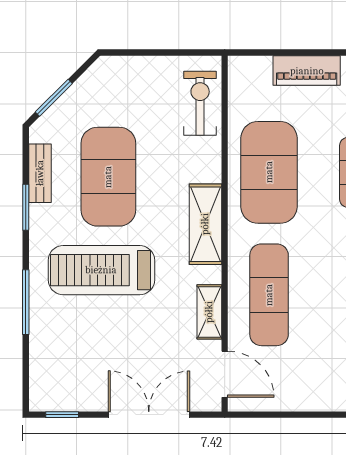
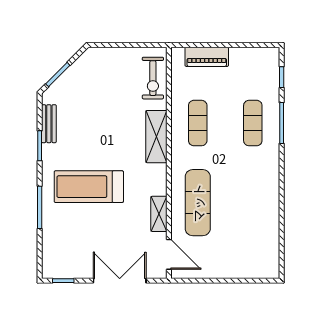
piano: (307, 71) -> (207, 57), moved
exercise bike: (200, 103) -> (153, 78), turned 180
exercise mat: (269, 172) -> (198, 123), width x0.50, depth x0.69
exercise mat: (108, 177) -> (93, 126), removed
shelving: (205, 224) -> (156, 137), moved

